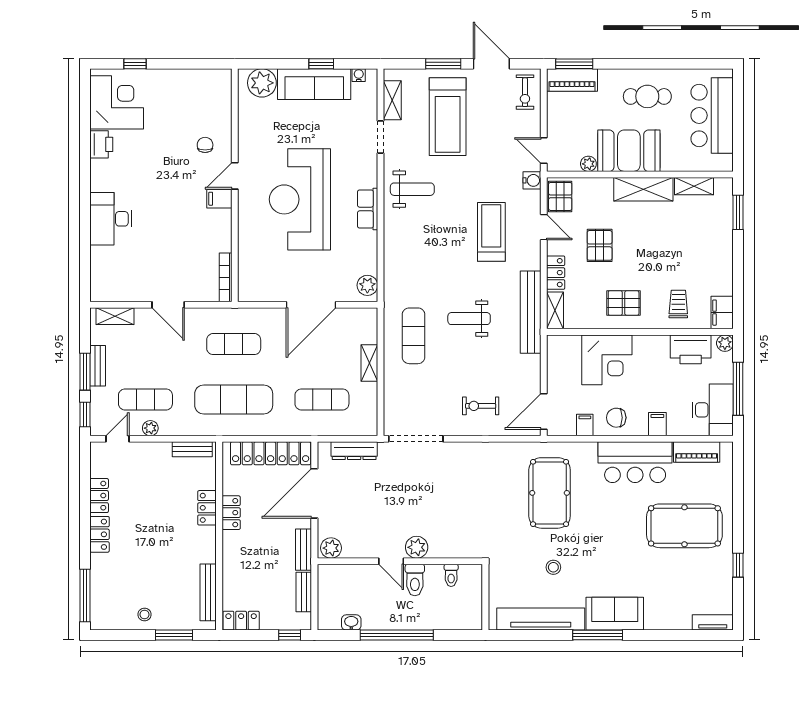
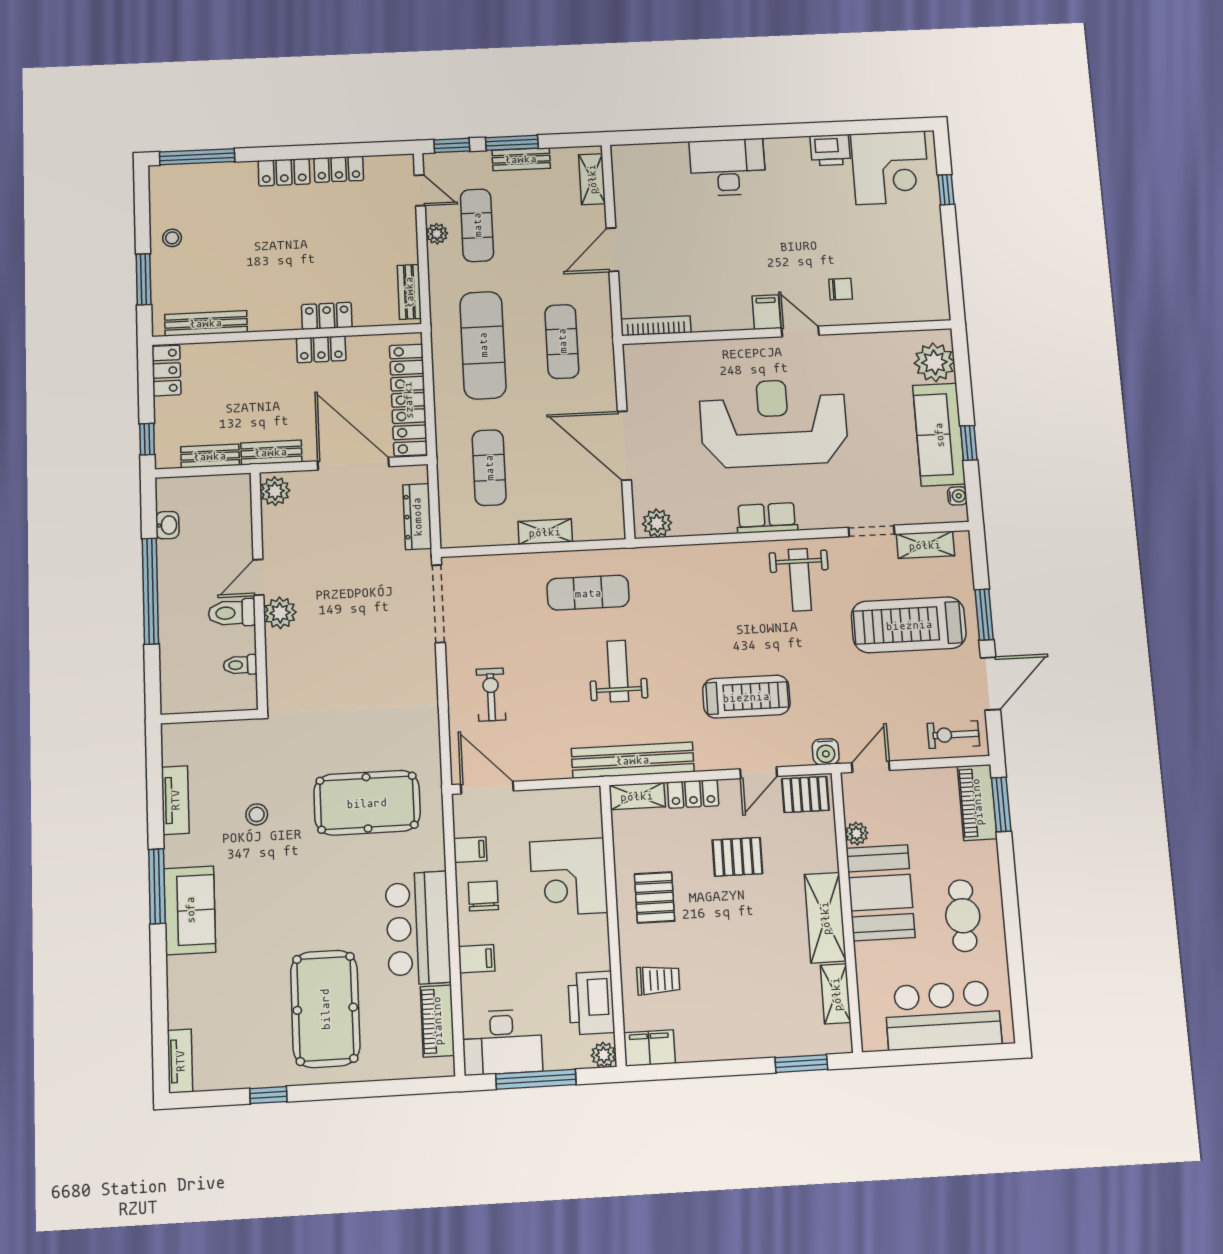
tv unit: (541, 619) -> (175, 800), width x0.52, depth x0.78

